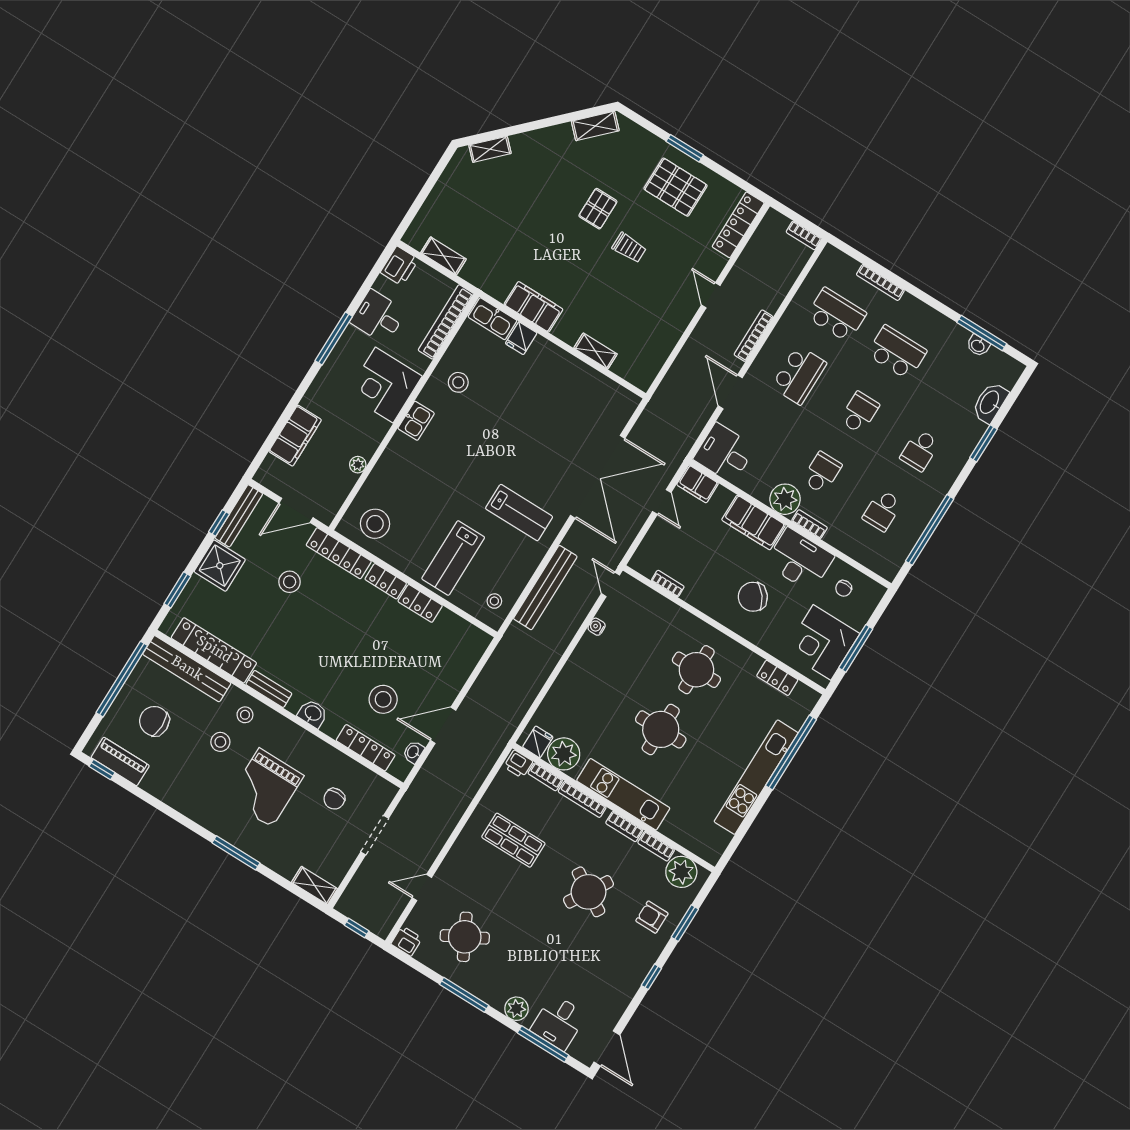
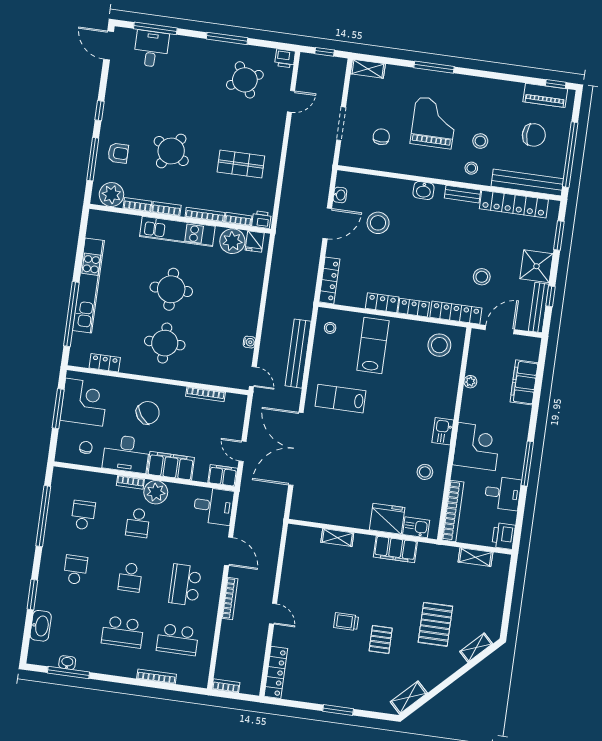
pallet: (676, 187) -> (435, 624), moved, turned 90
kitchen sink: (492, 319) -> (416, 527), width x0.73
fridge: (521, 338) -> (387, 519), width x1.88, depth x1.34
bookcase: (668, 584) -> (205, 394), width x1.56
locker: (366, 748) -> (329, 280), moved, turned -90
window: (685, 923) -> (93, 159), width x1.44
plant: (516, 1009) -> (185, 45), removed

